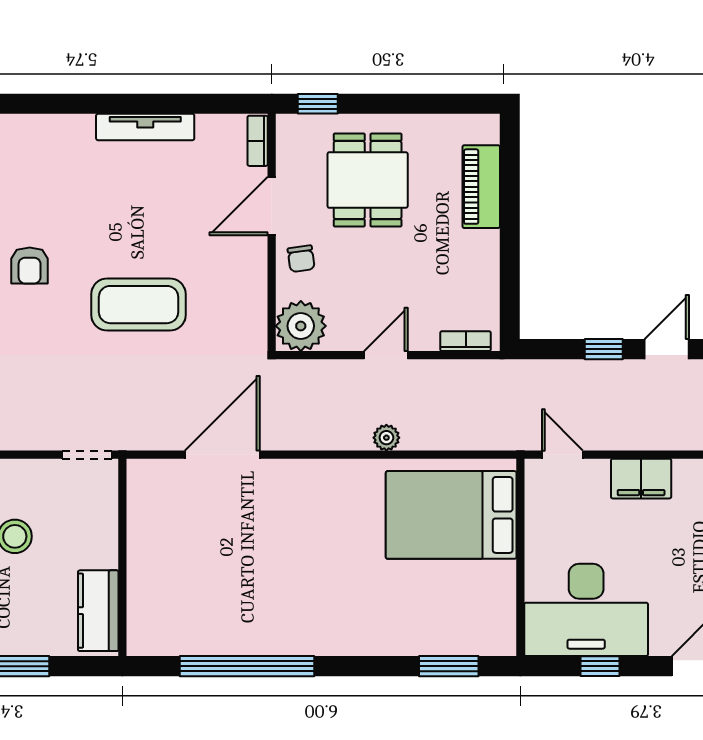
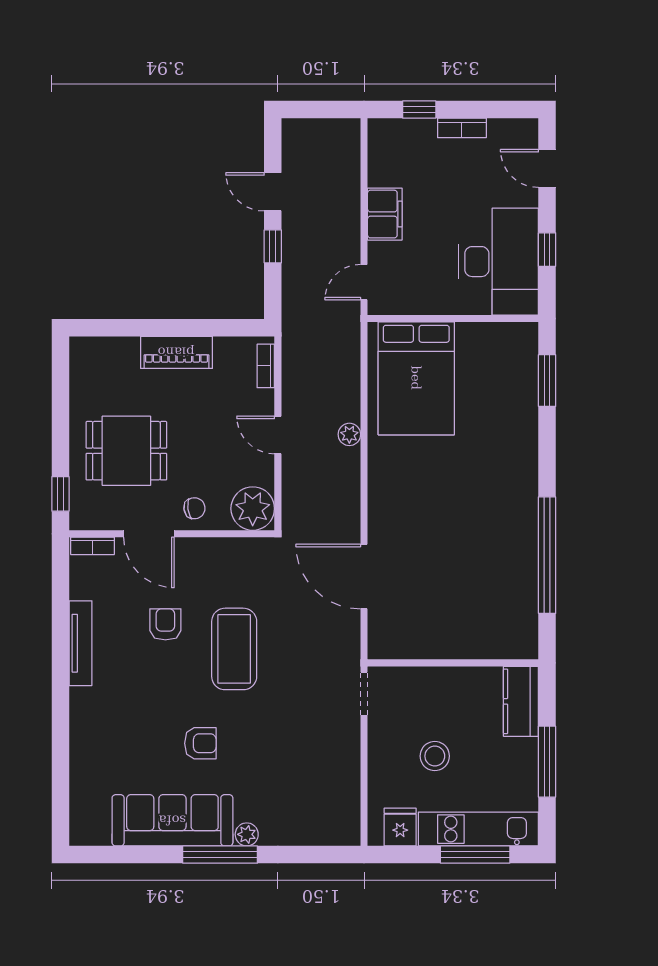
piano: (481, 187) -> (176, 352), moved
armchair: (167, 225) -> (165, 624), added
kitchen counter: (98, 611) -> (521, 701), moved, turned 90

